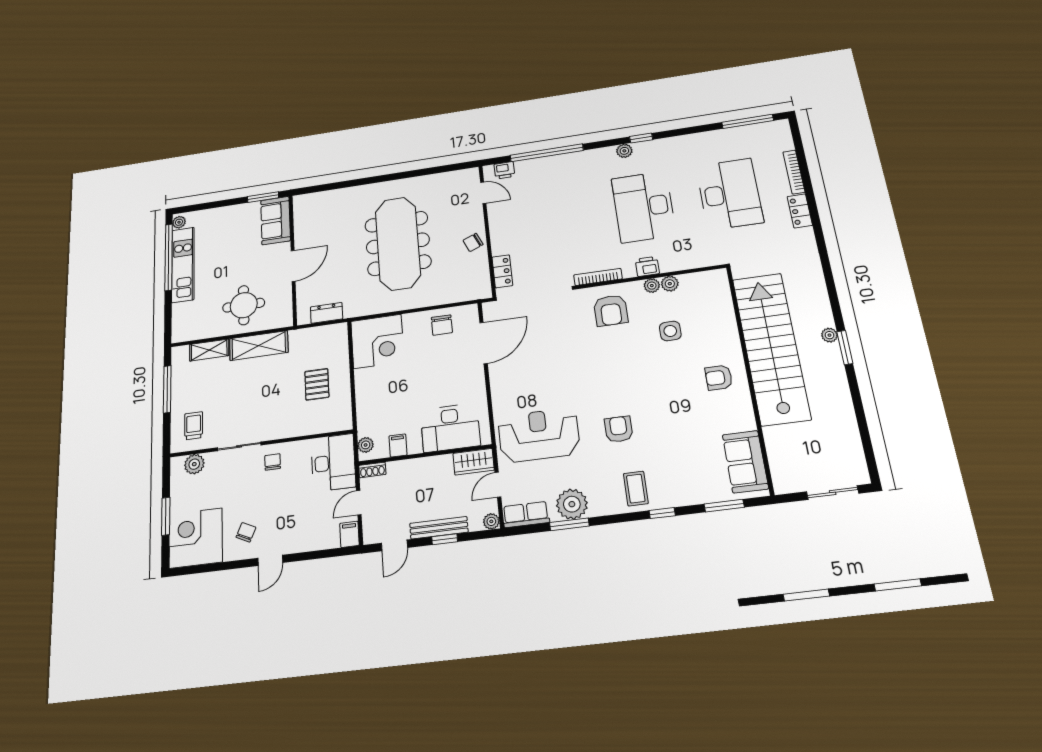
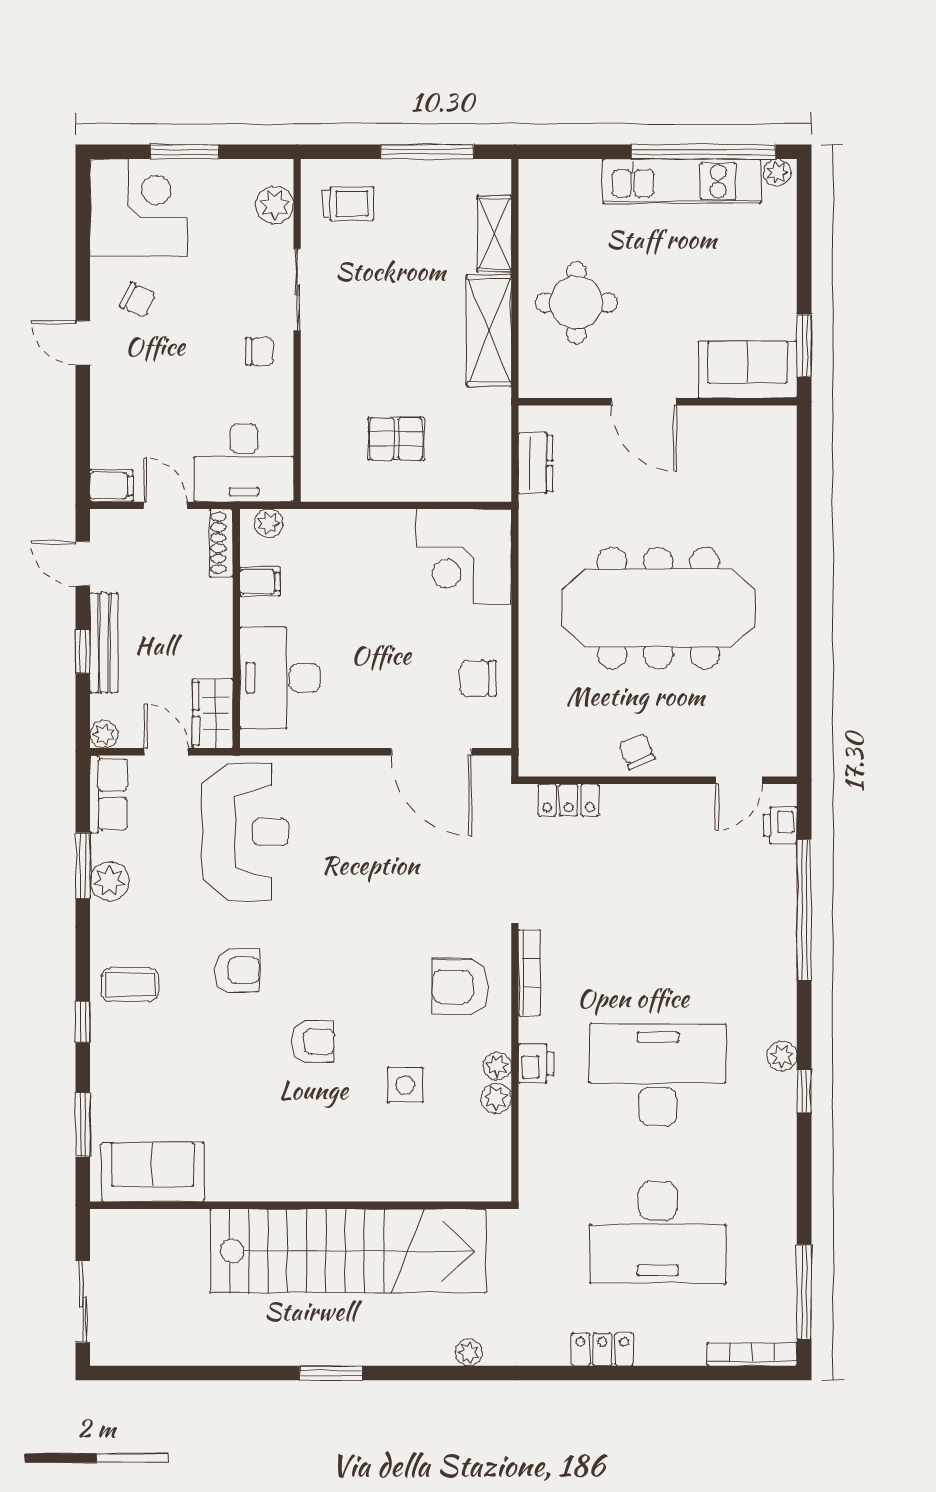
bookcase: (794, 172) -> (752, 1354), moved
plant: (829, 335) -> (469, 1352), moved
armchair: (719, 378) -> (313, 1042), moved, turned 90
shoe rack: (372, 470) -> (221, 543), width x1.43
plant: (572, 504) -> (109, 881), width x0.73, depth x0.73

